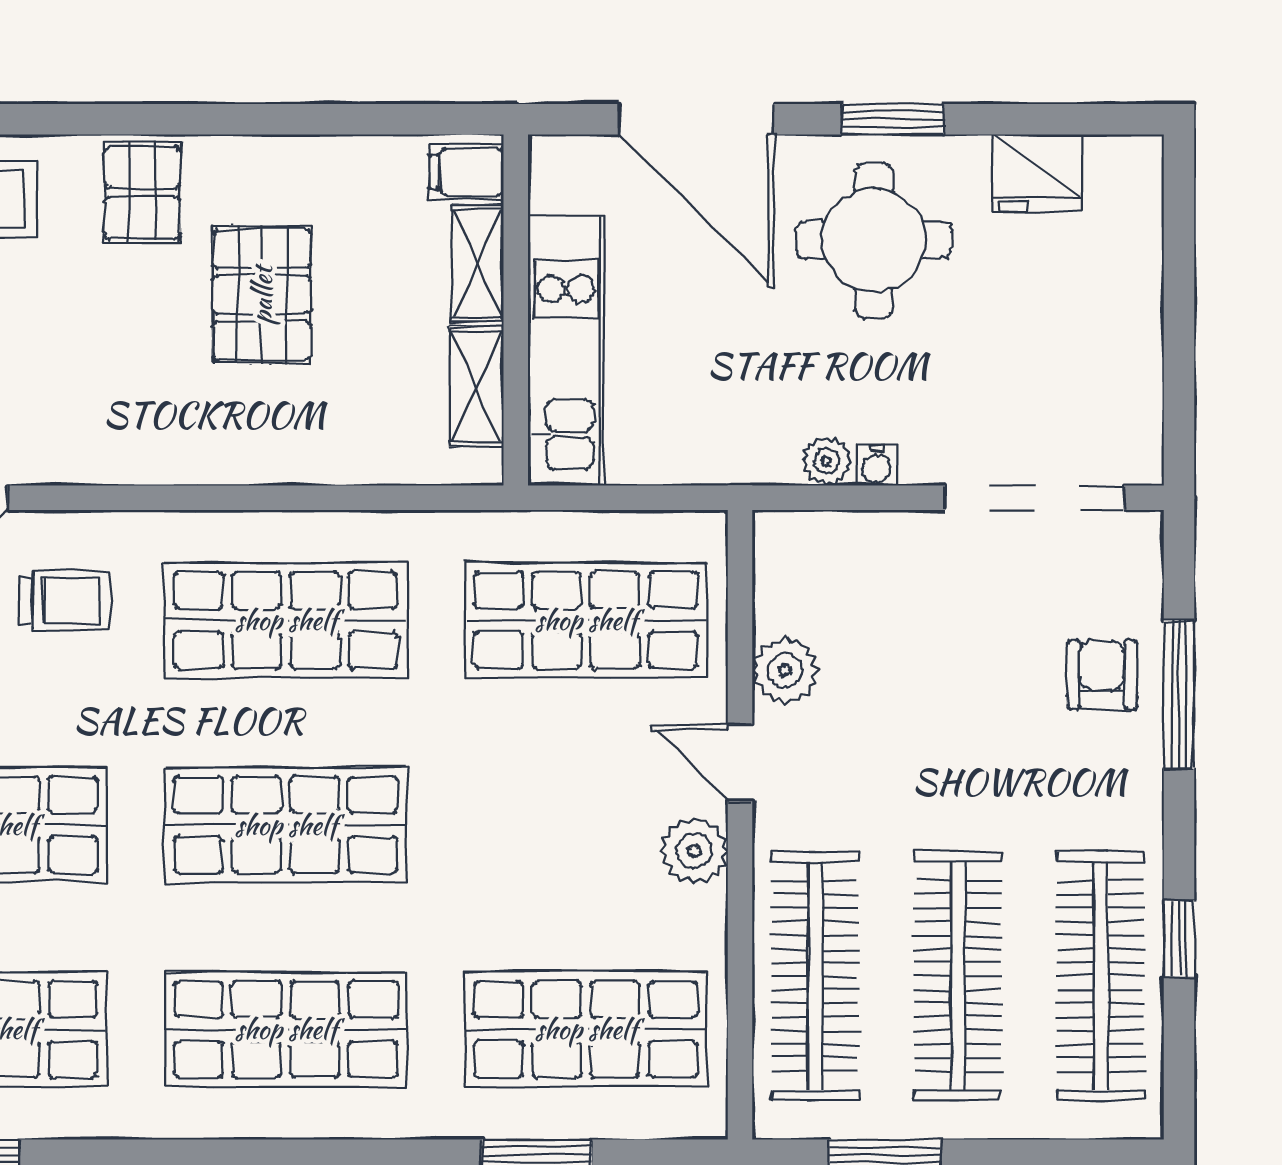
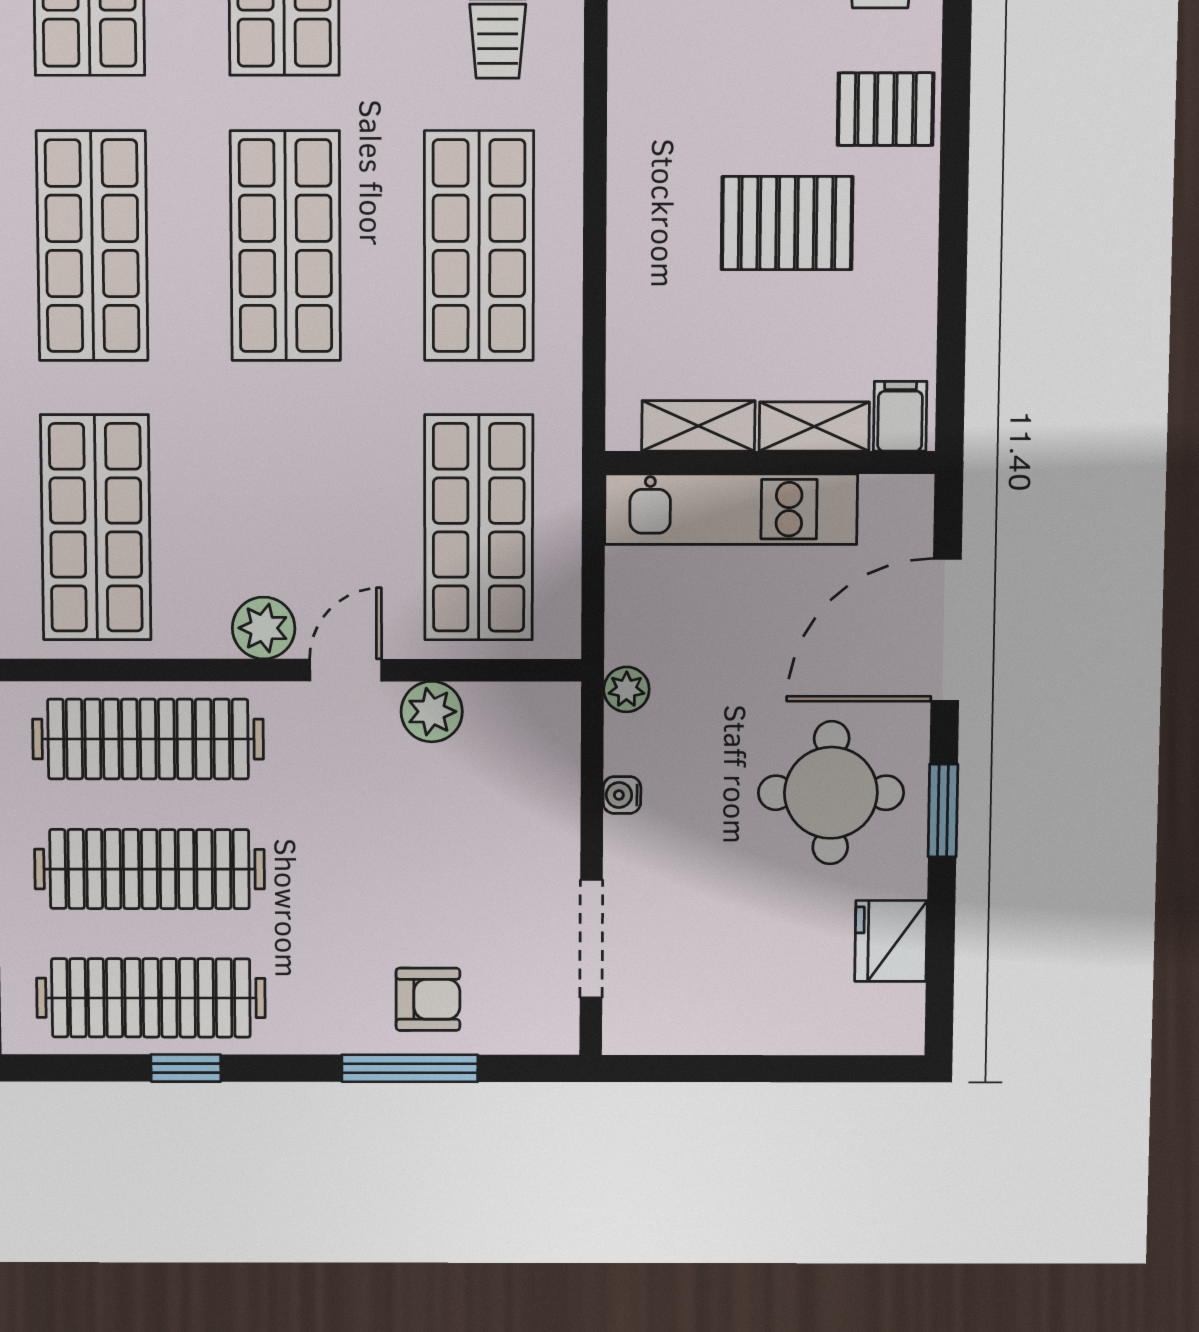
plant: (827, 461) -> (626, 689), moved
doorway: (1034, 498) -> (591, 939), width x0.73

